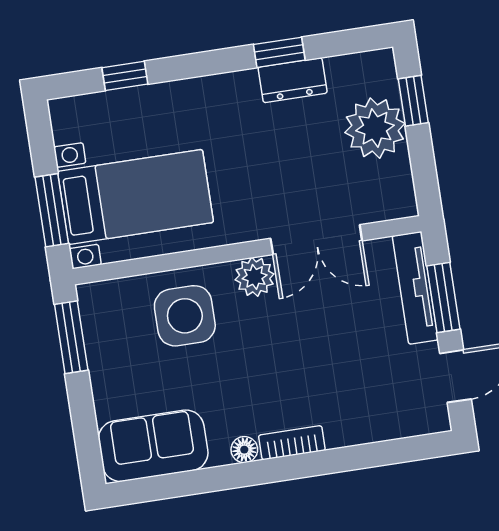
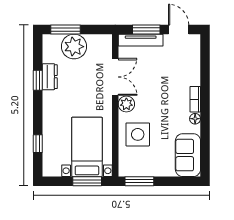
window: (413, 101) -> (65, 29), width x1.50

